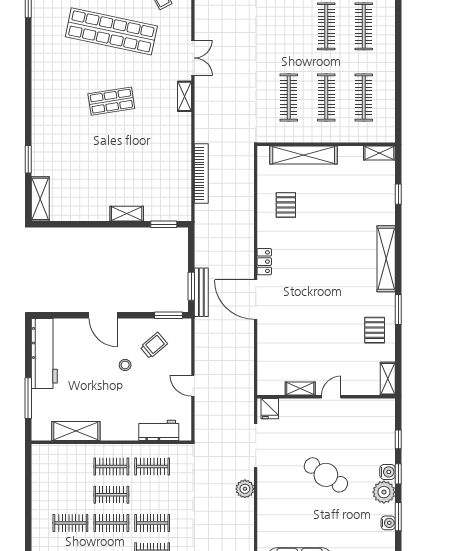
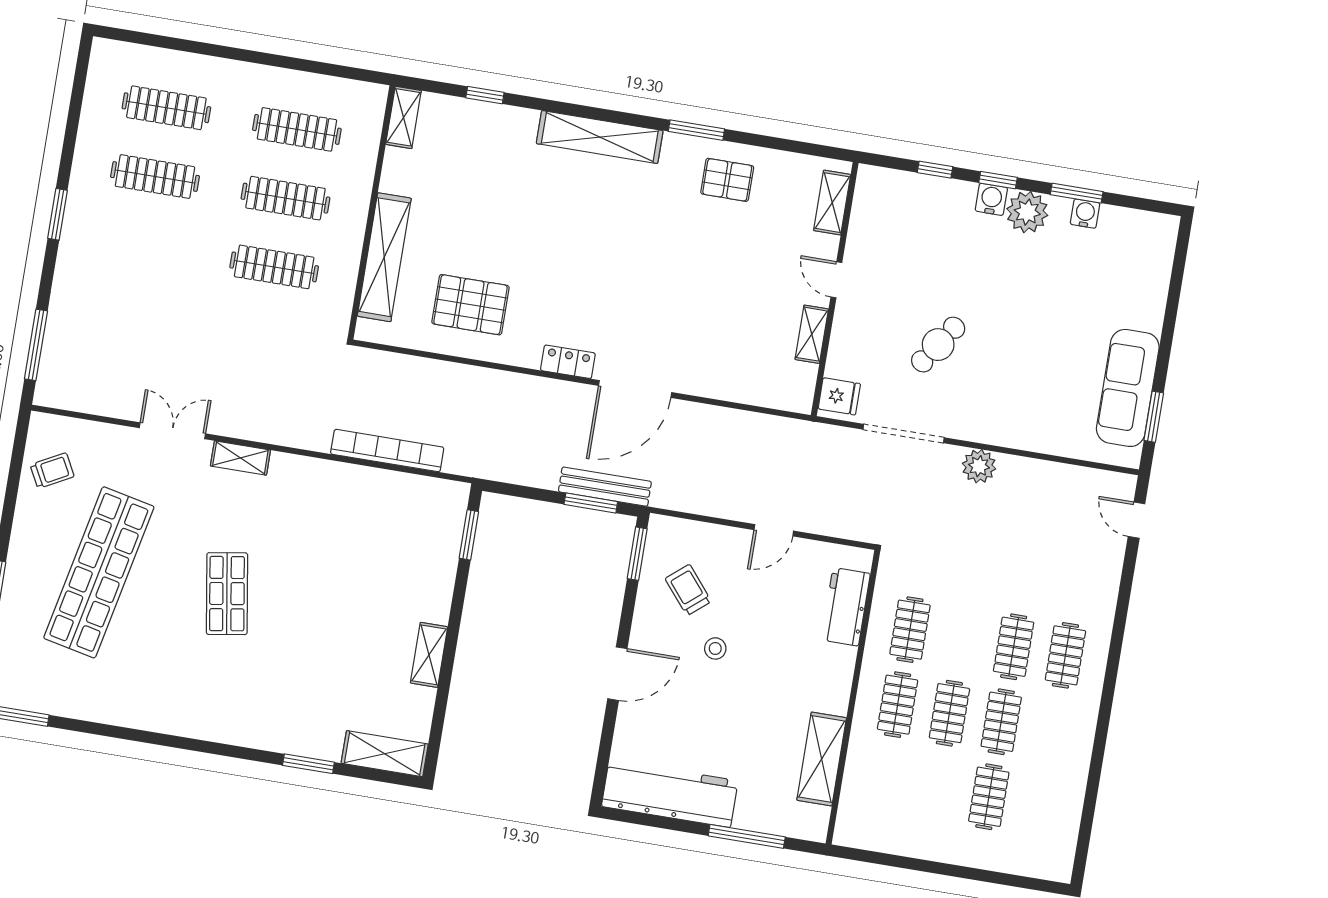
pallet: (286, 205) -> (470, 305), width x1.50, depth x1.42
shelving: (127, 214) -> (429, 655), moved
shelving: (388, 379) -> (832, 203), moved, turned 90
cafe table: (326, 475) -> (938, 345), moved, width x0.73, depth x0.74

